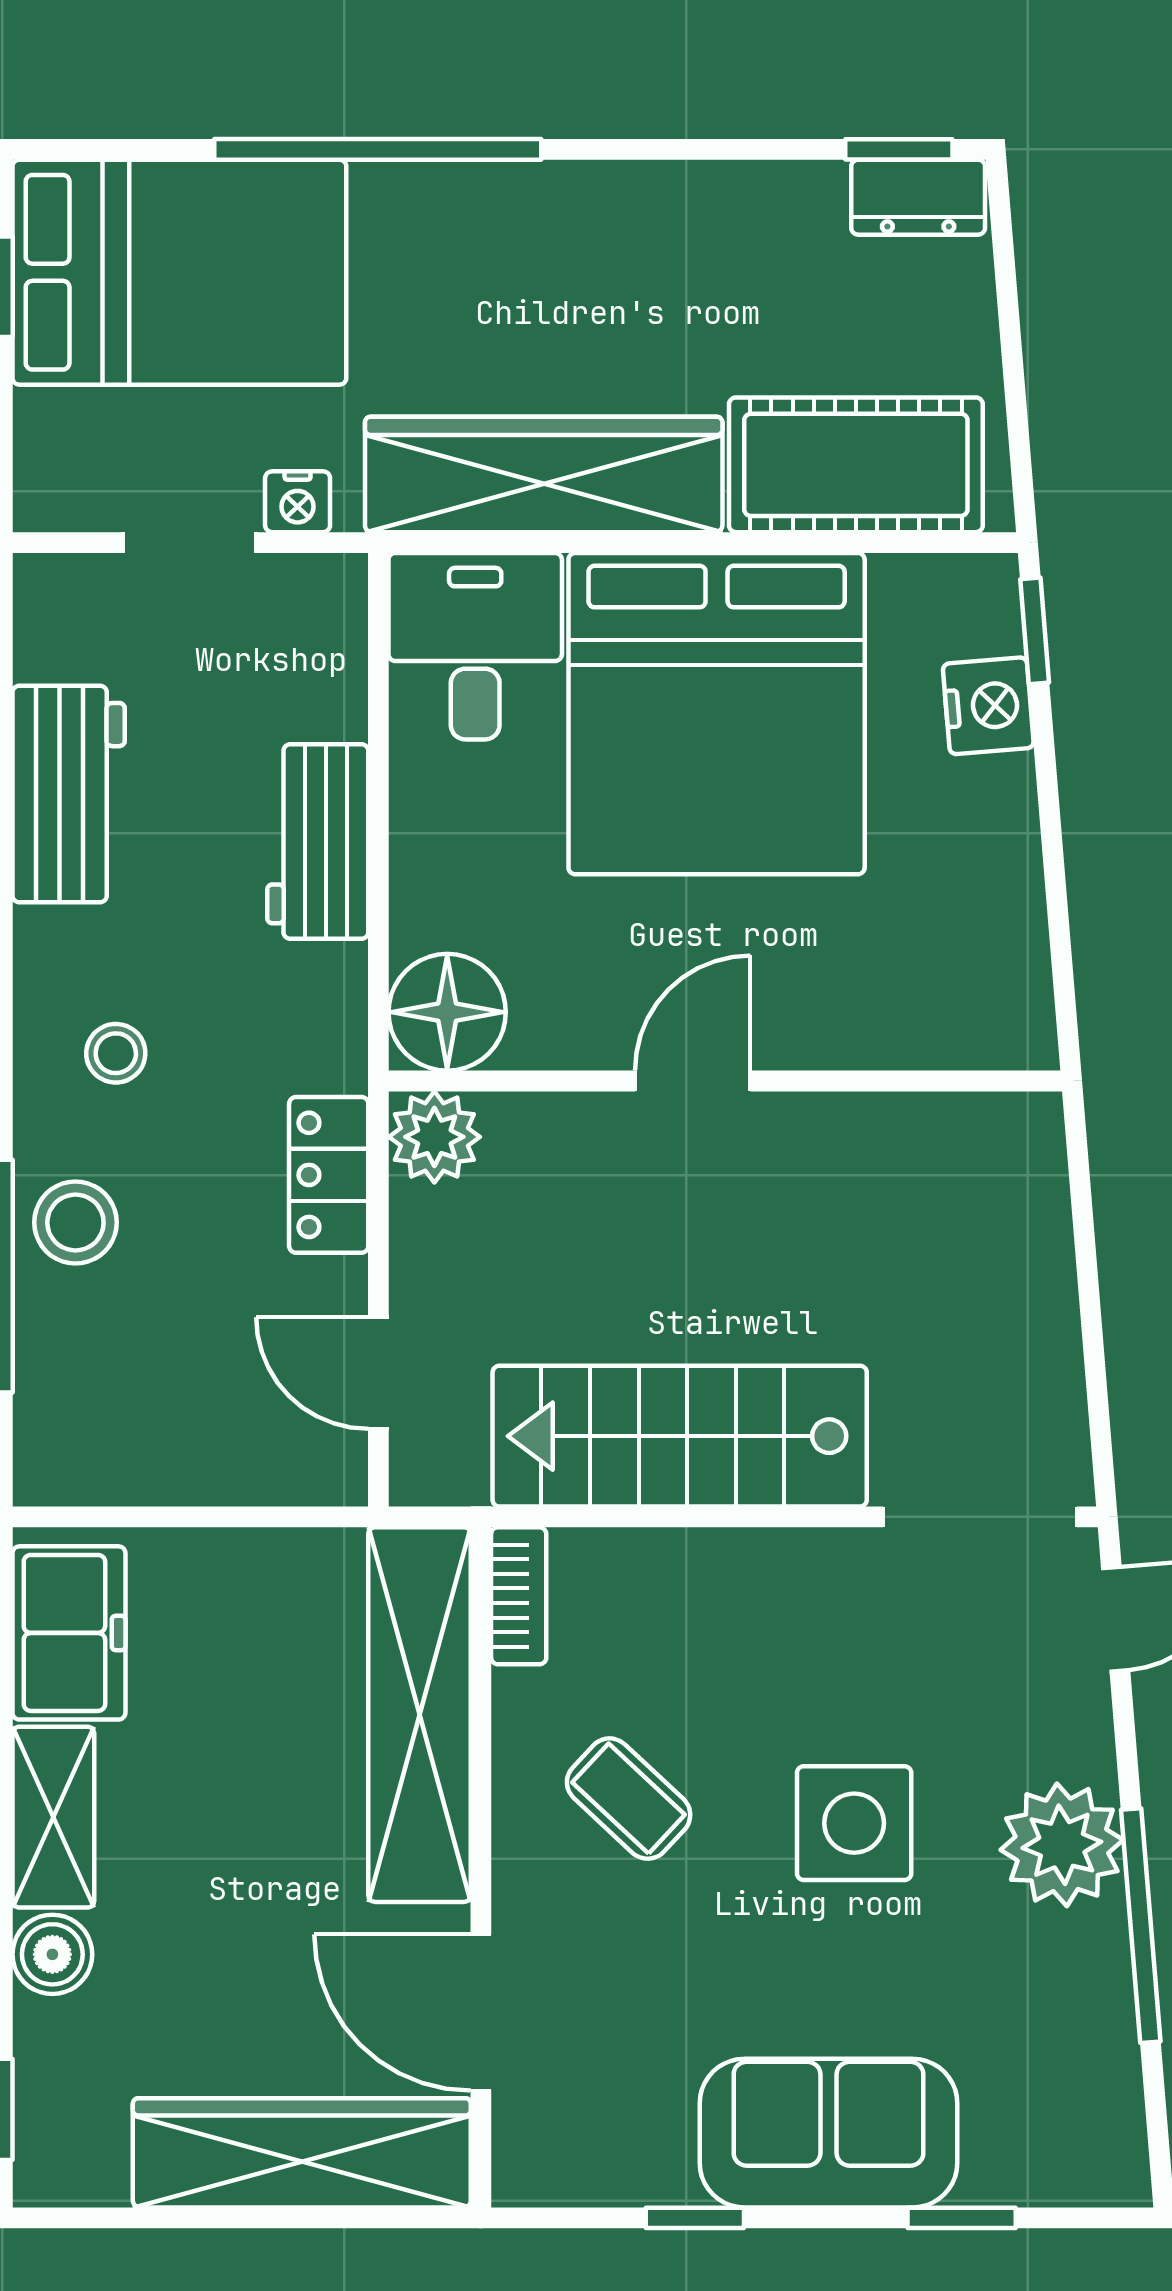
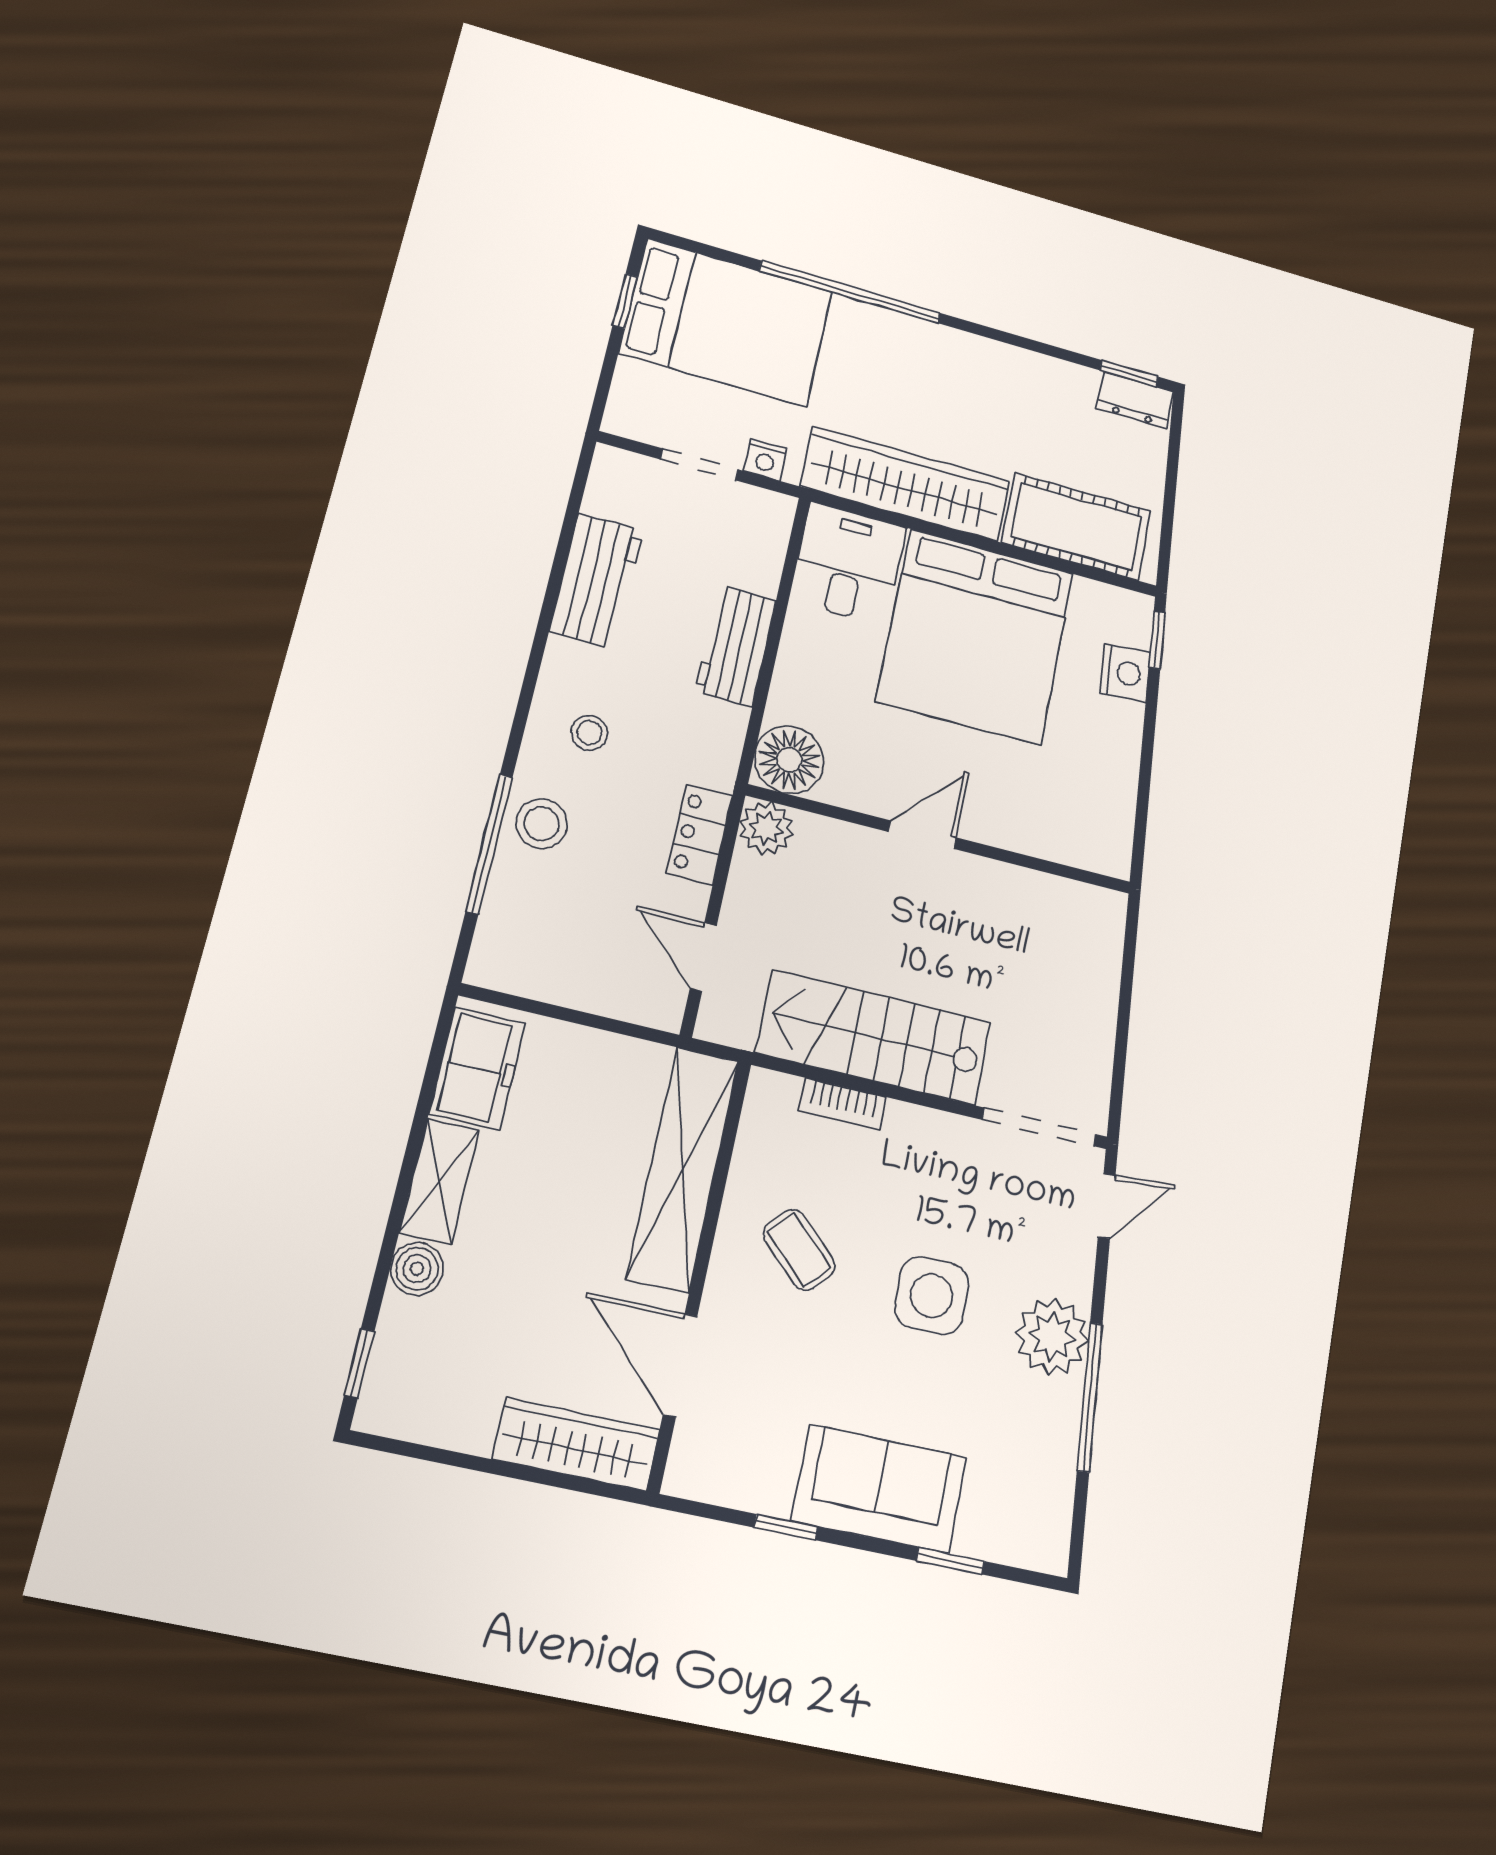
bookcase: (519, 1596) -> (843, 1104), moved, turned 90
wardrobe: (302, 2153) -> (576, 1444), width x0.71, depth x0.85

